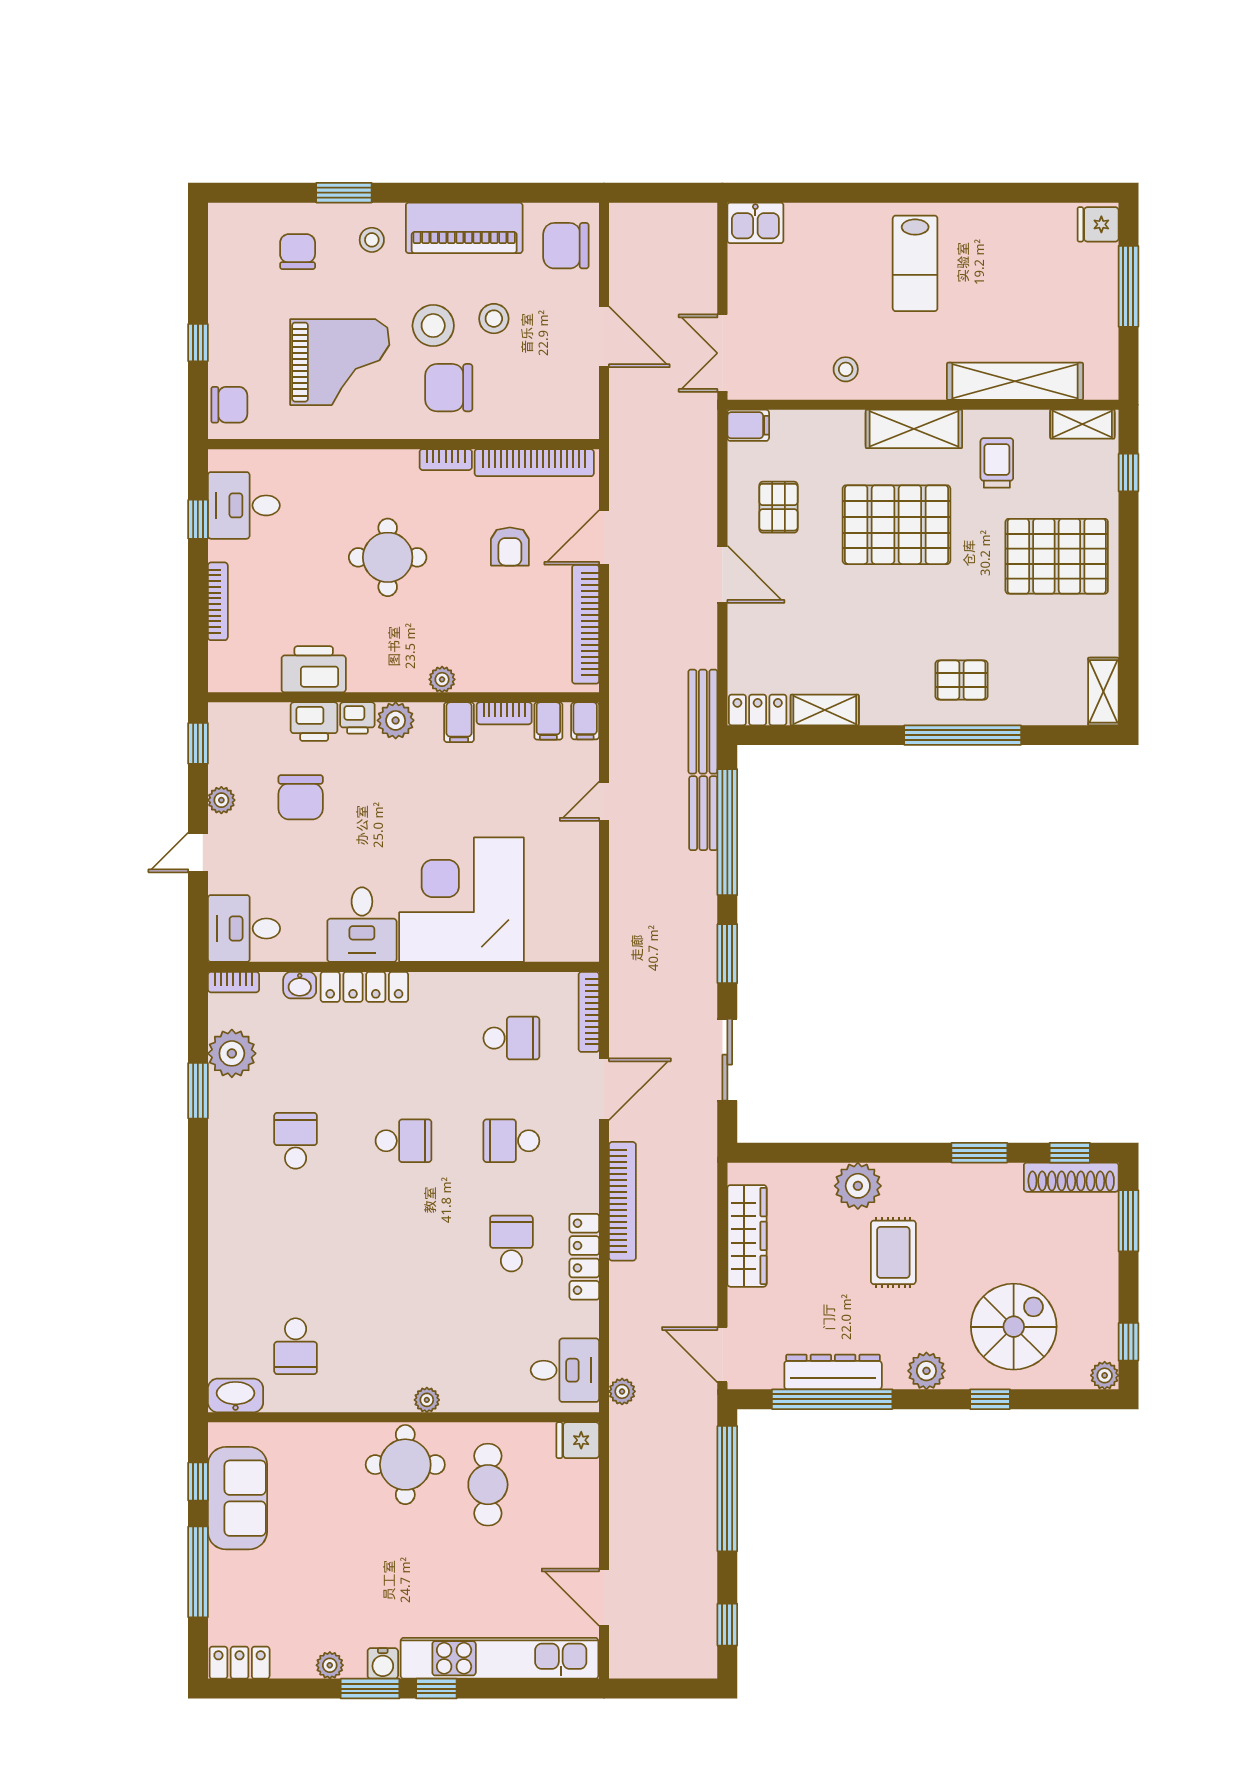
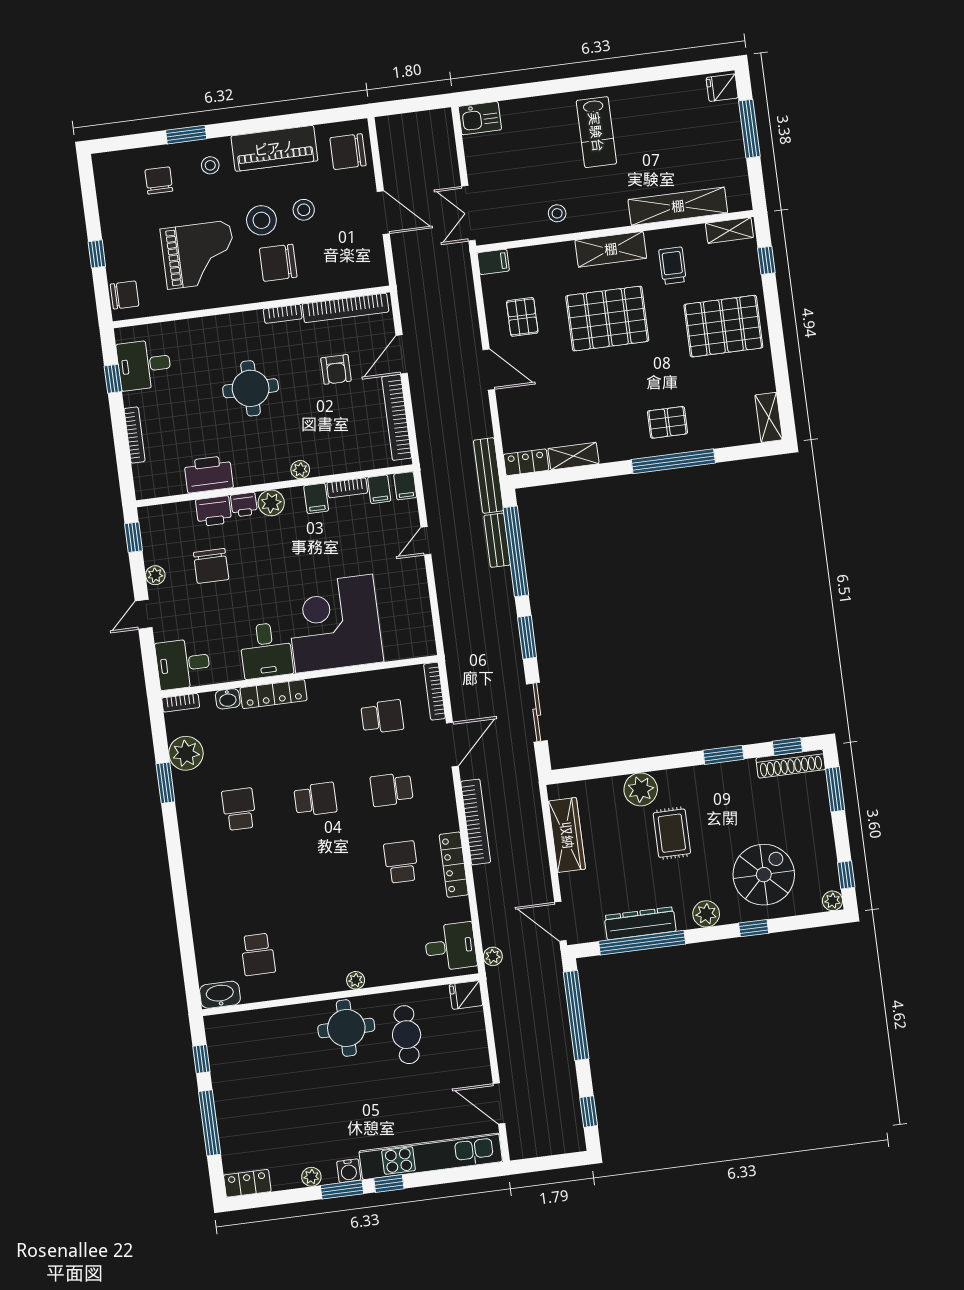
sofa: (237, 1498) -> (231, 1067), removed

